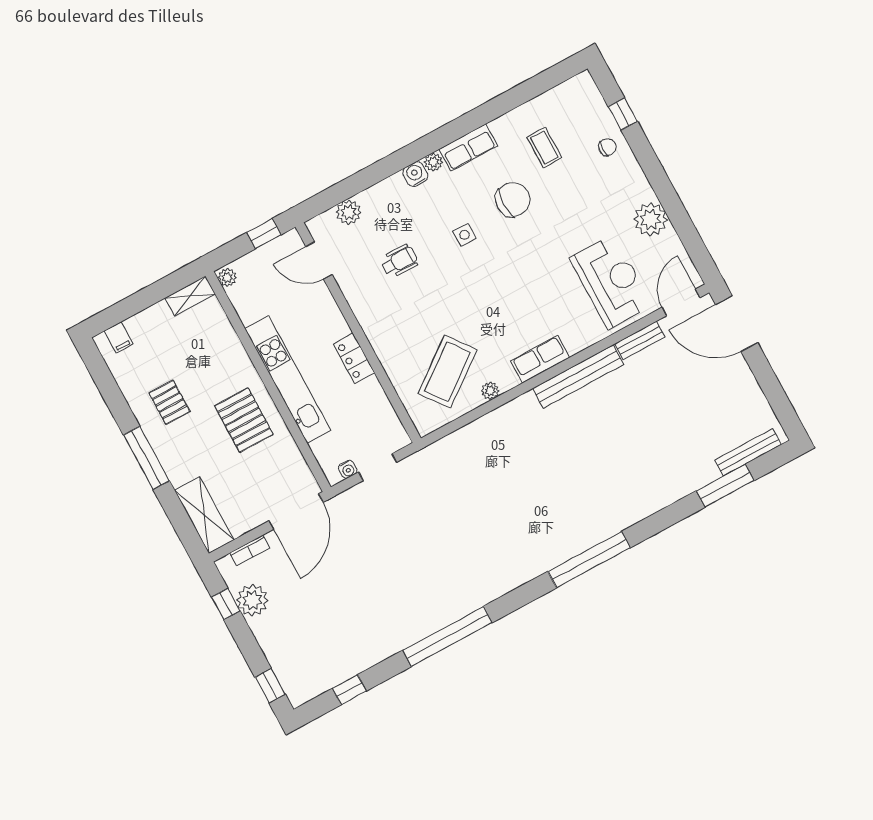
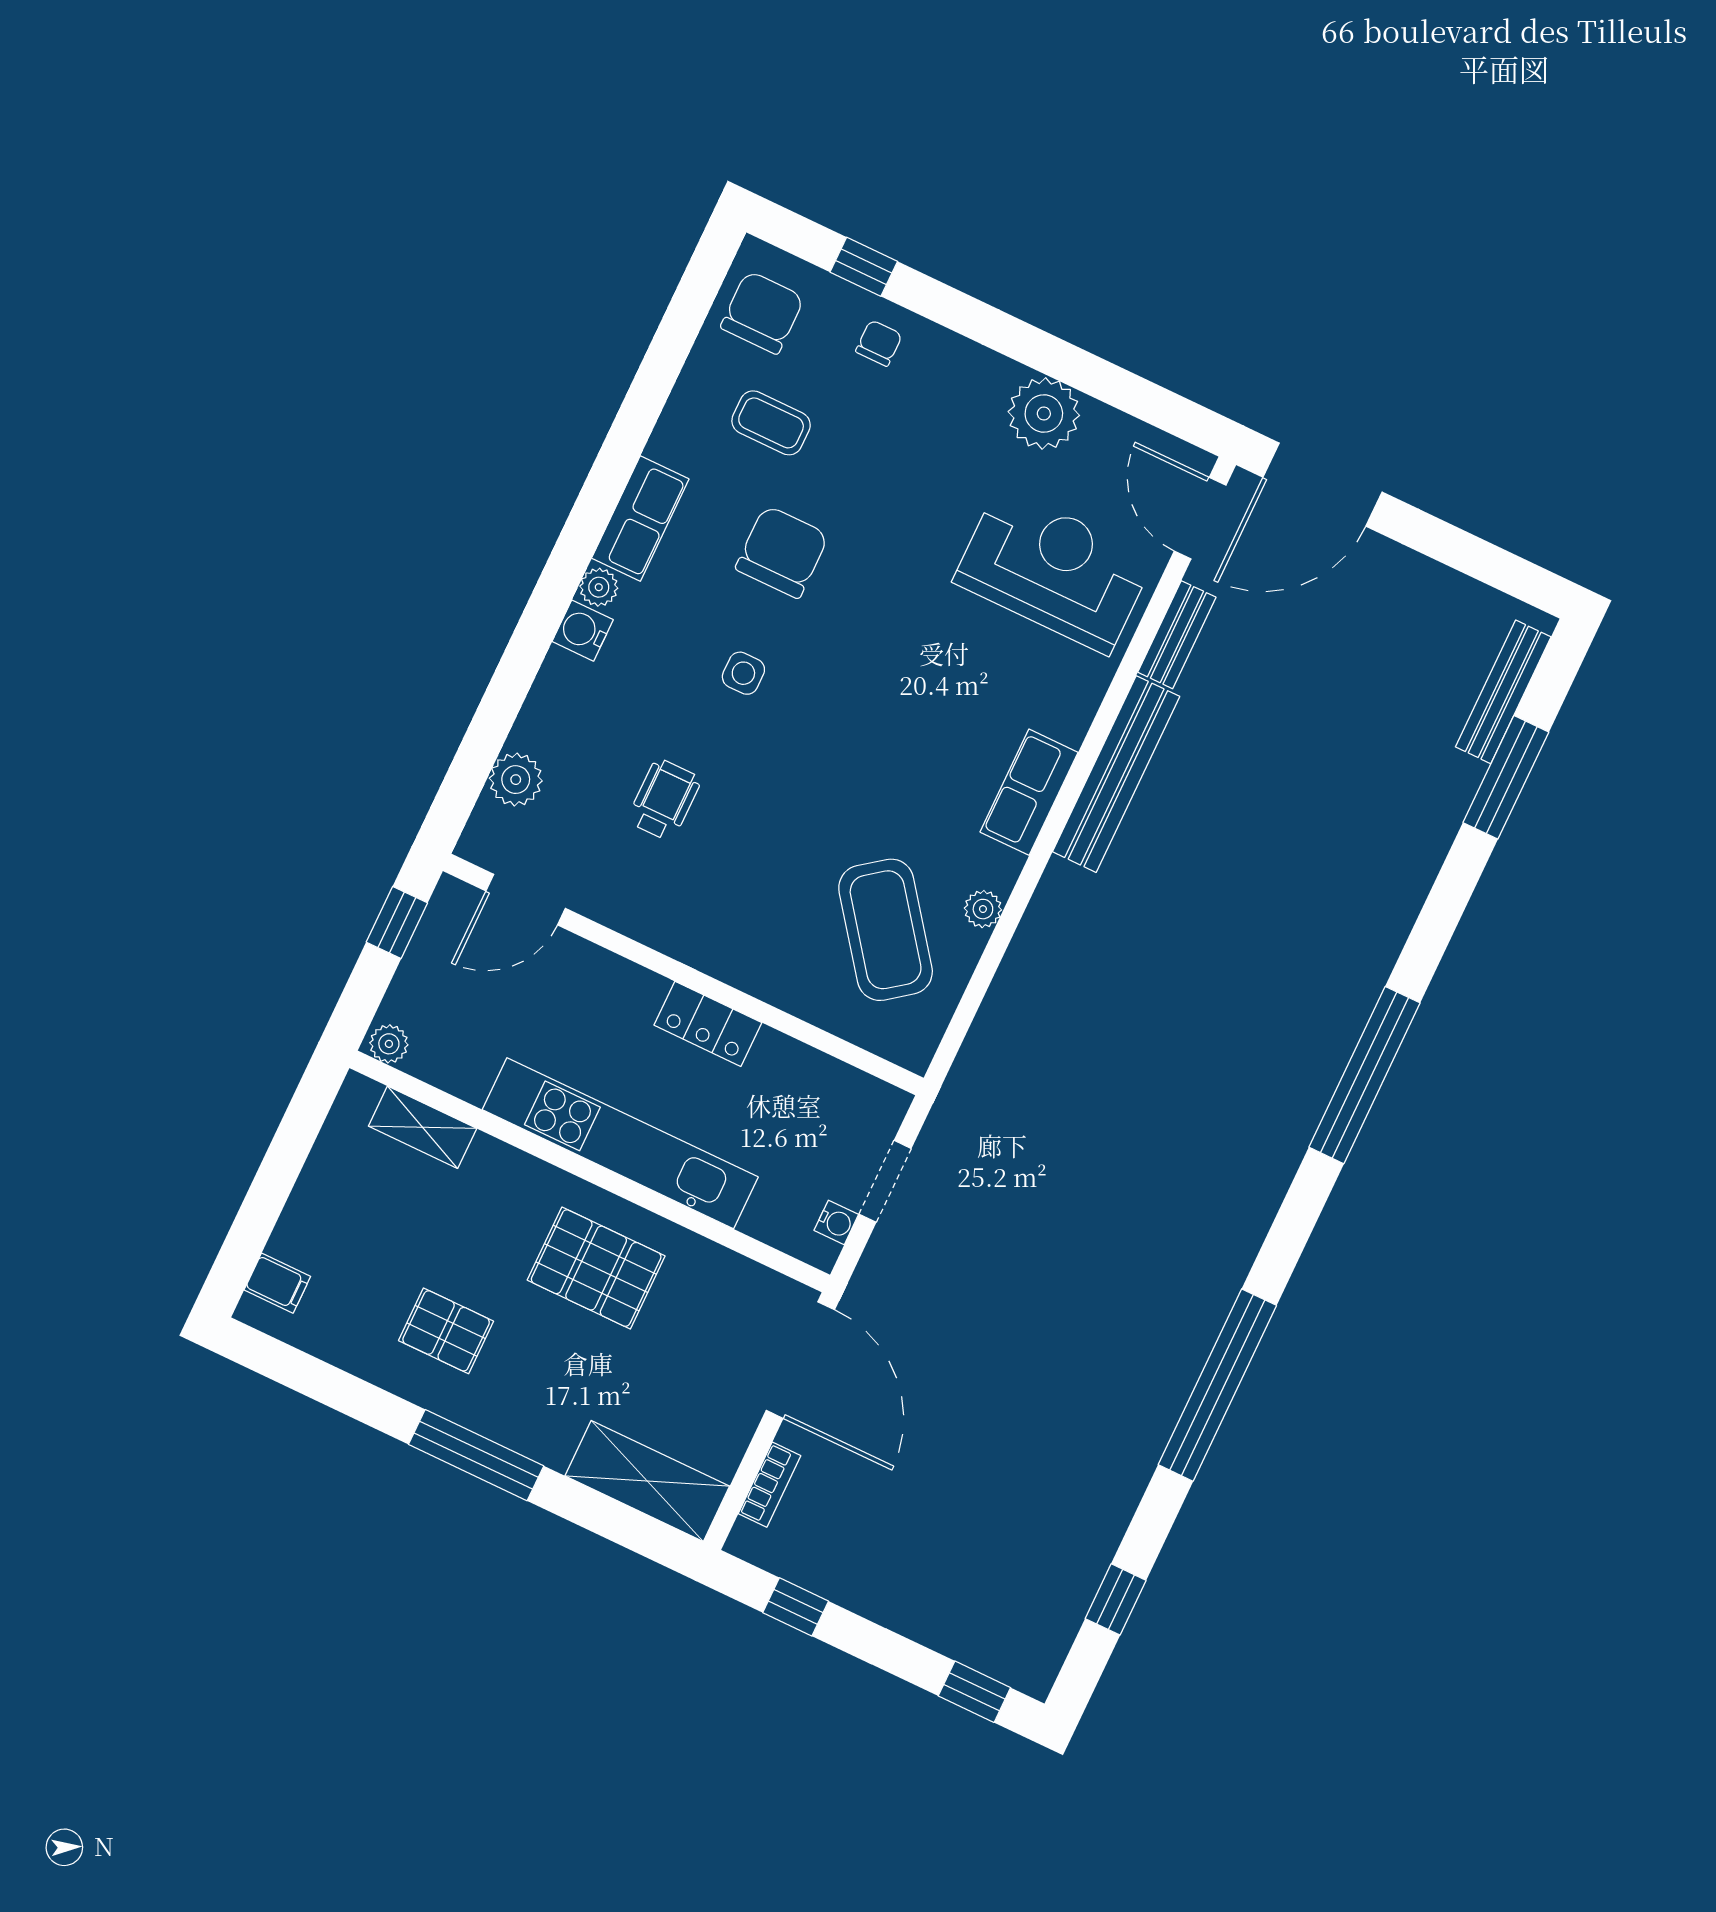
chair: (572, 103) -> (762, 312), added
shelving: (190, 296) -> (423, 1127), moved, turned 90
plant: (252, 600) -> (836, 1567), removed

